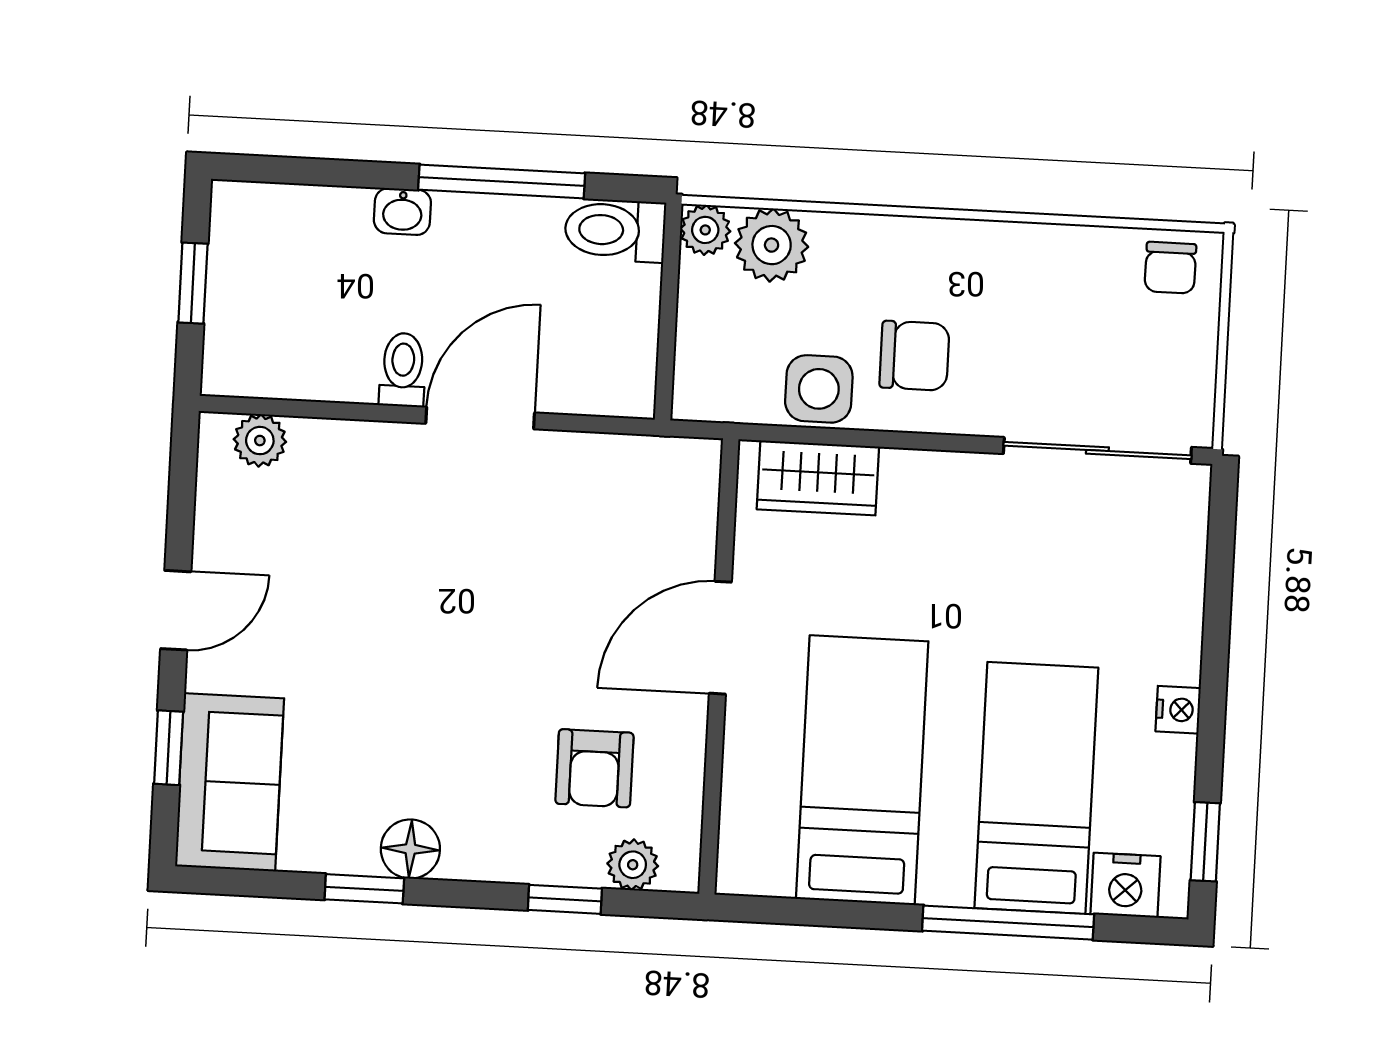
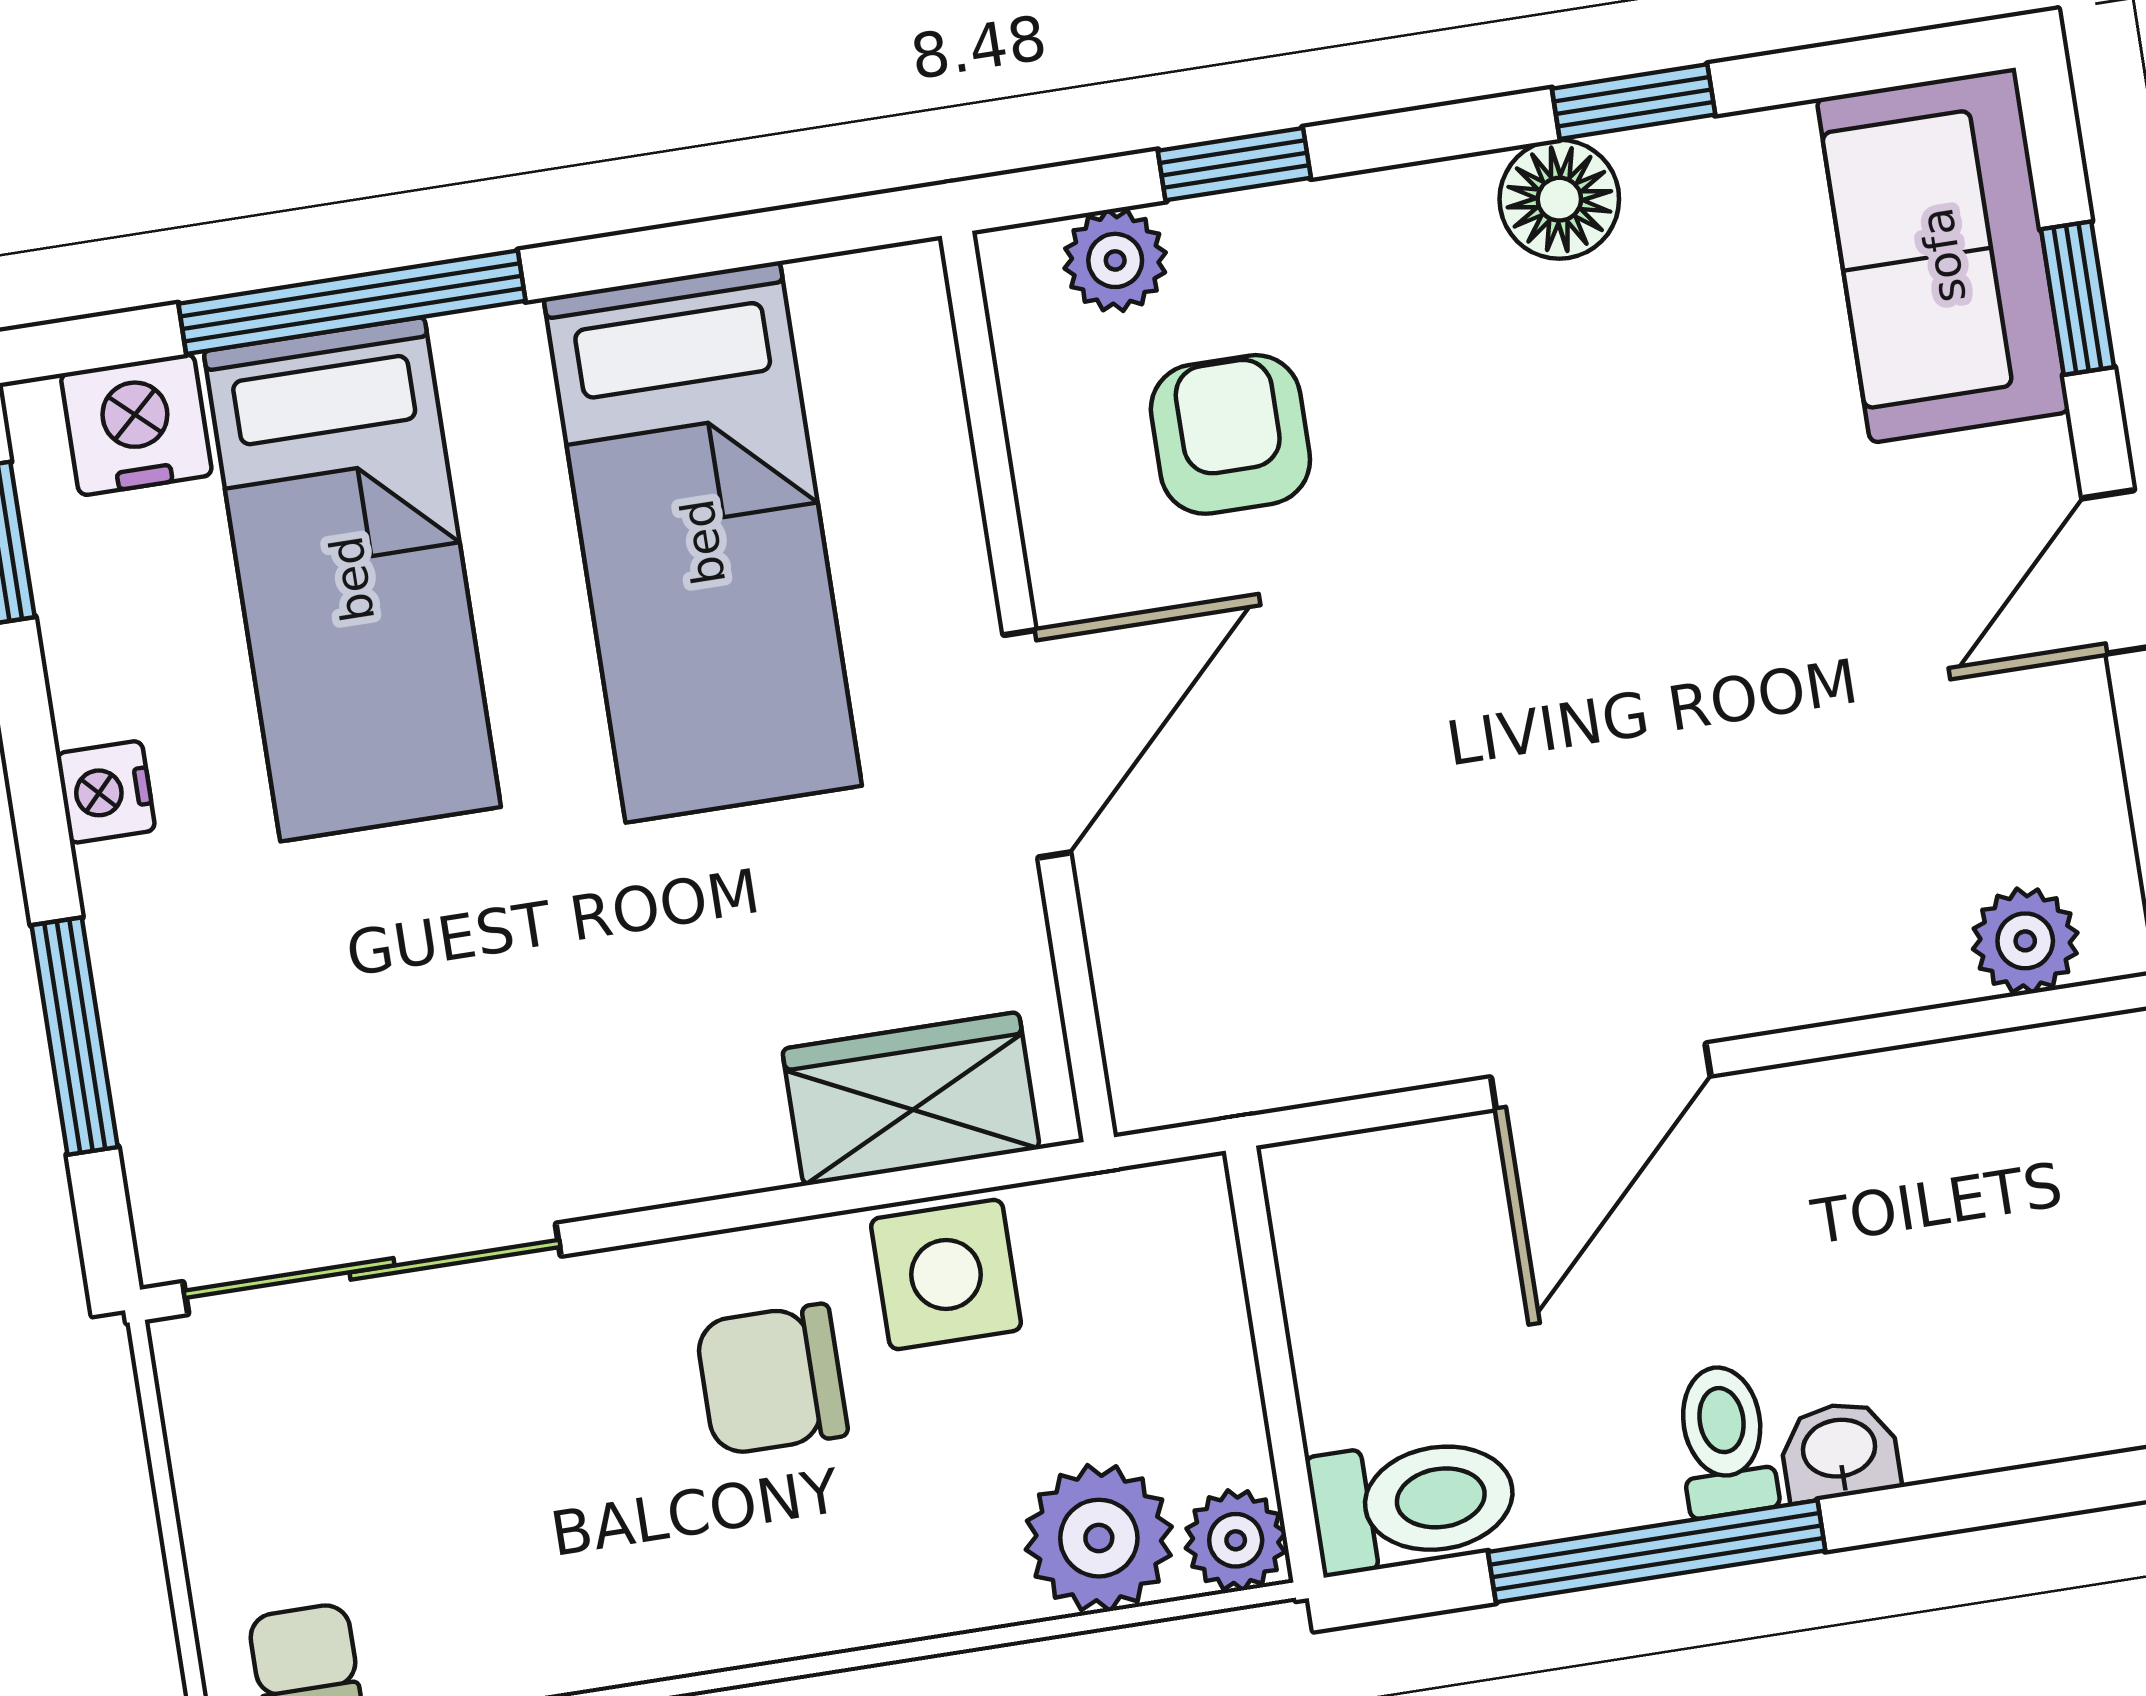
toilet: (403, 370) -> (1725, 1440), moved, turned 180
window: (1218, 594) -> (75, 1036), added

